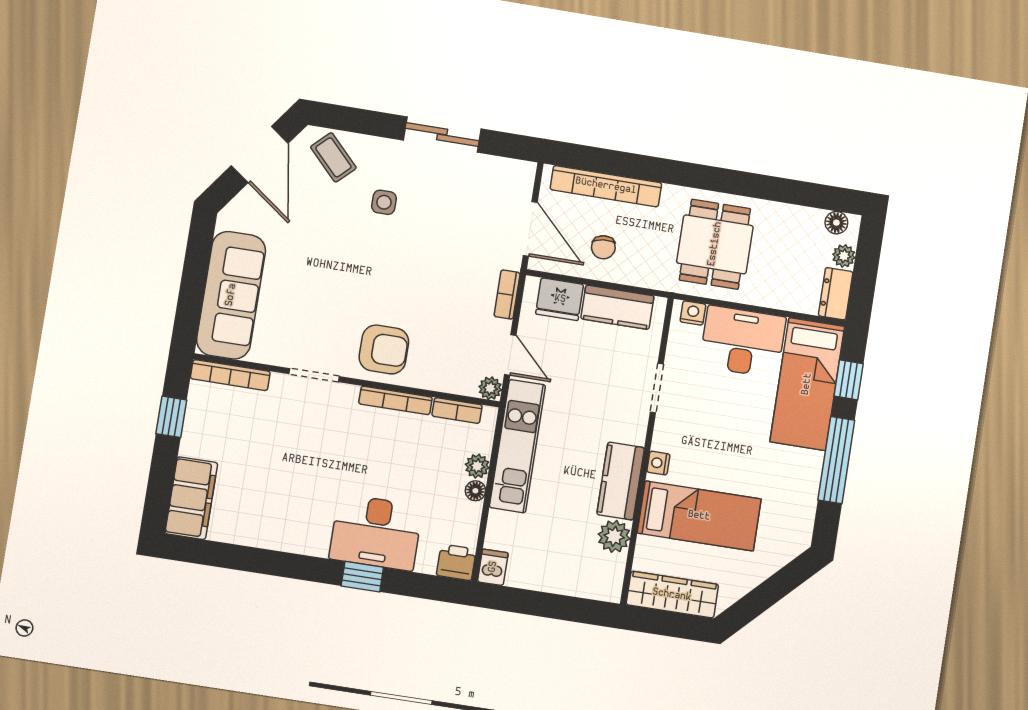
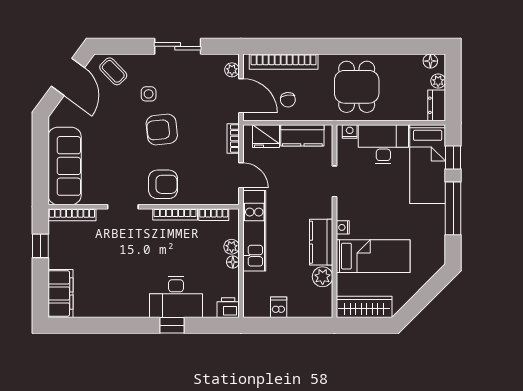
armchair: (396, 262) -> (162, 129), added
plant: (490, 388) -> (232, 70), moved
dishwasher: (493, 567) -> (279, 307), moved

